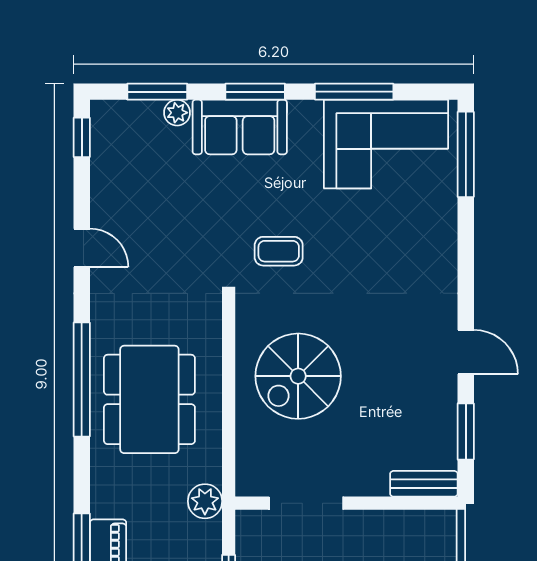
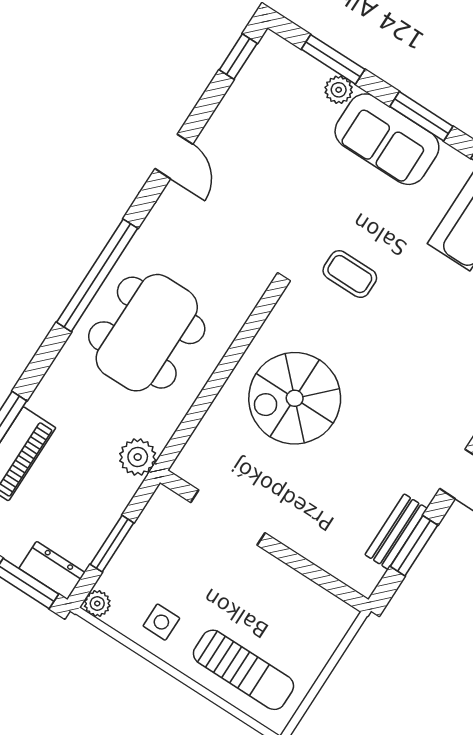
bench: (424, 484) -> (396, 532), moved, turned 90

